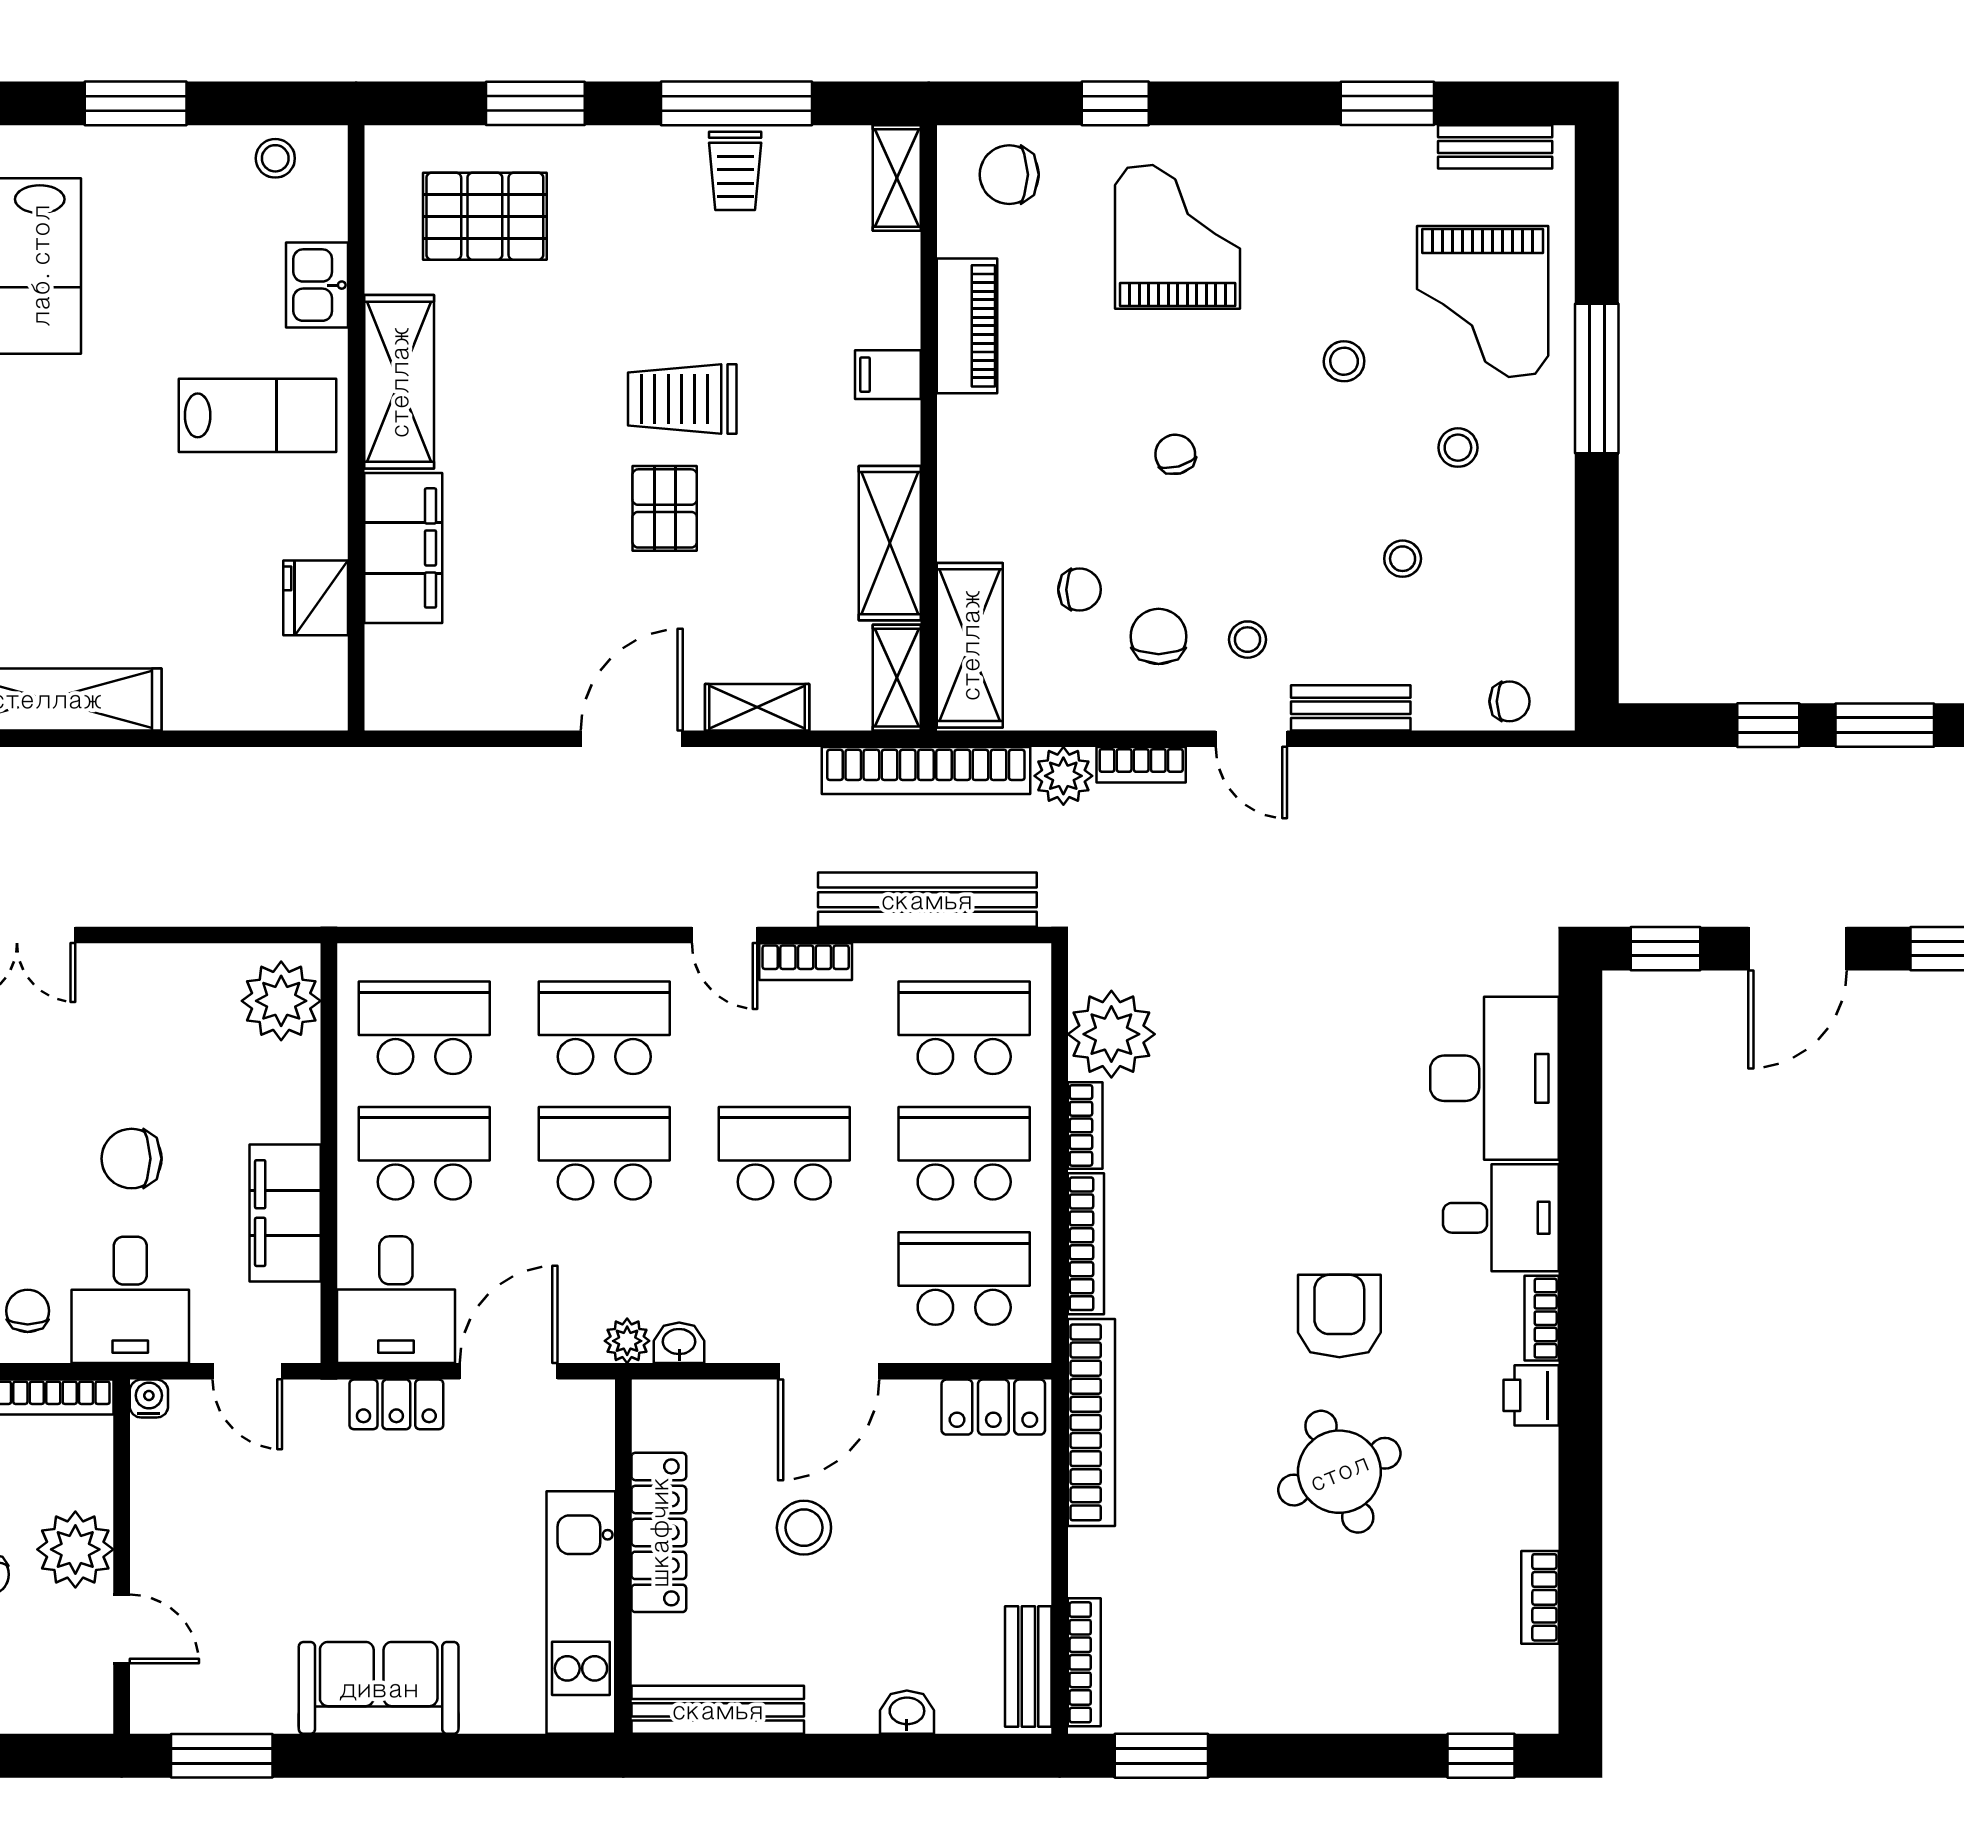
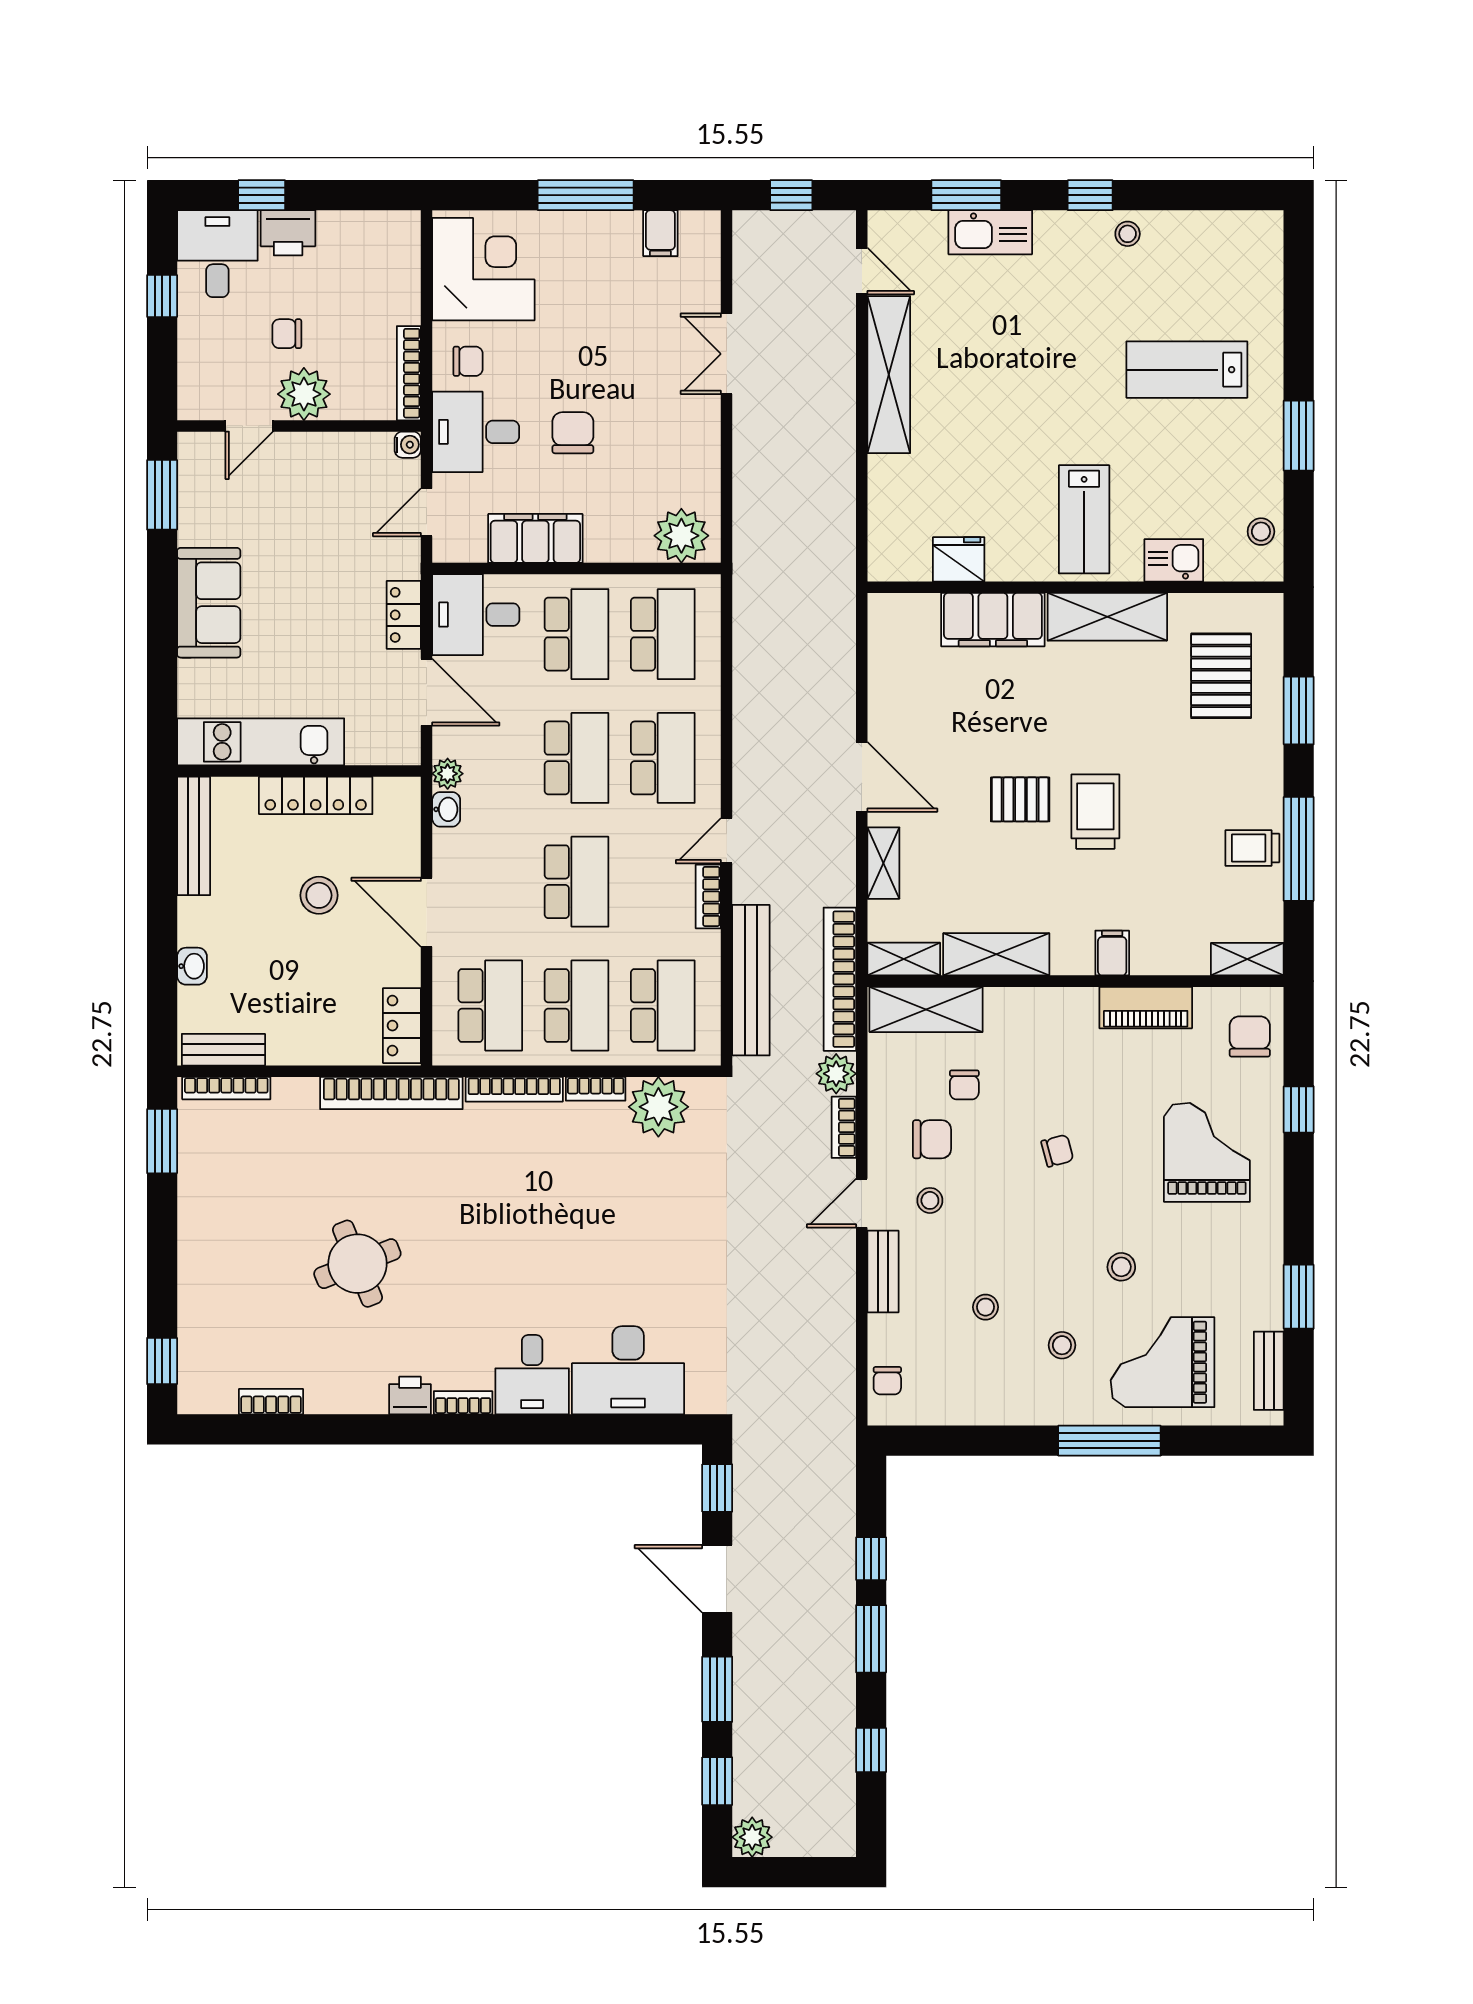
grand piano: (1178, 237) -> (1207, 1152), turned -90
armchair: (1339, 1316) -> (465, 1264), removed

